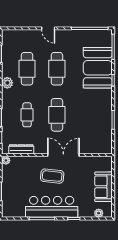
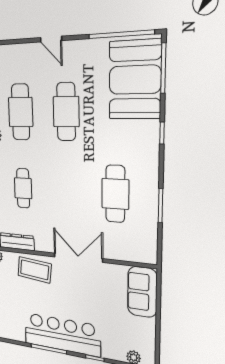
booth: (98, 68) -> (135, 80), moved
cafe table: (57, 115) -> (115, 194), moved
coffee table: (52, 176) -> (35, 270), moved
sofa: (103, 187) -> (142, 292), moved

